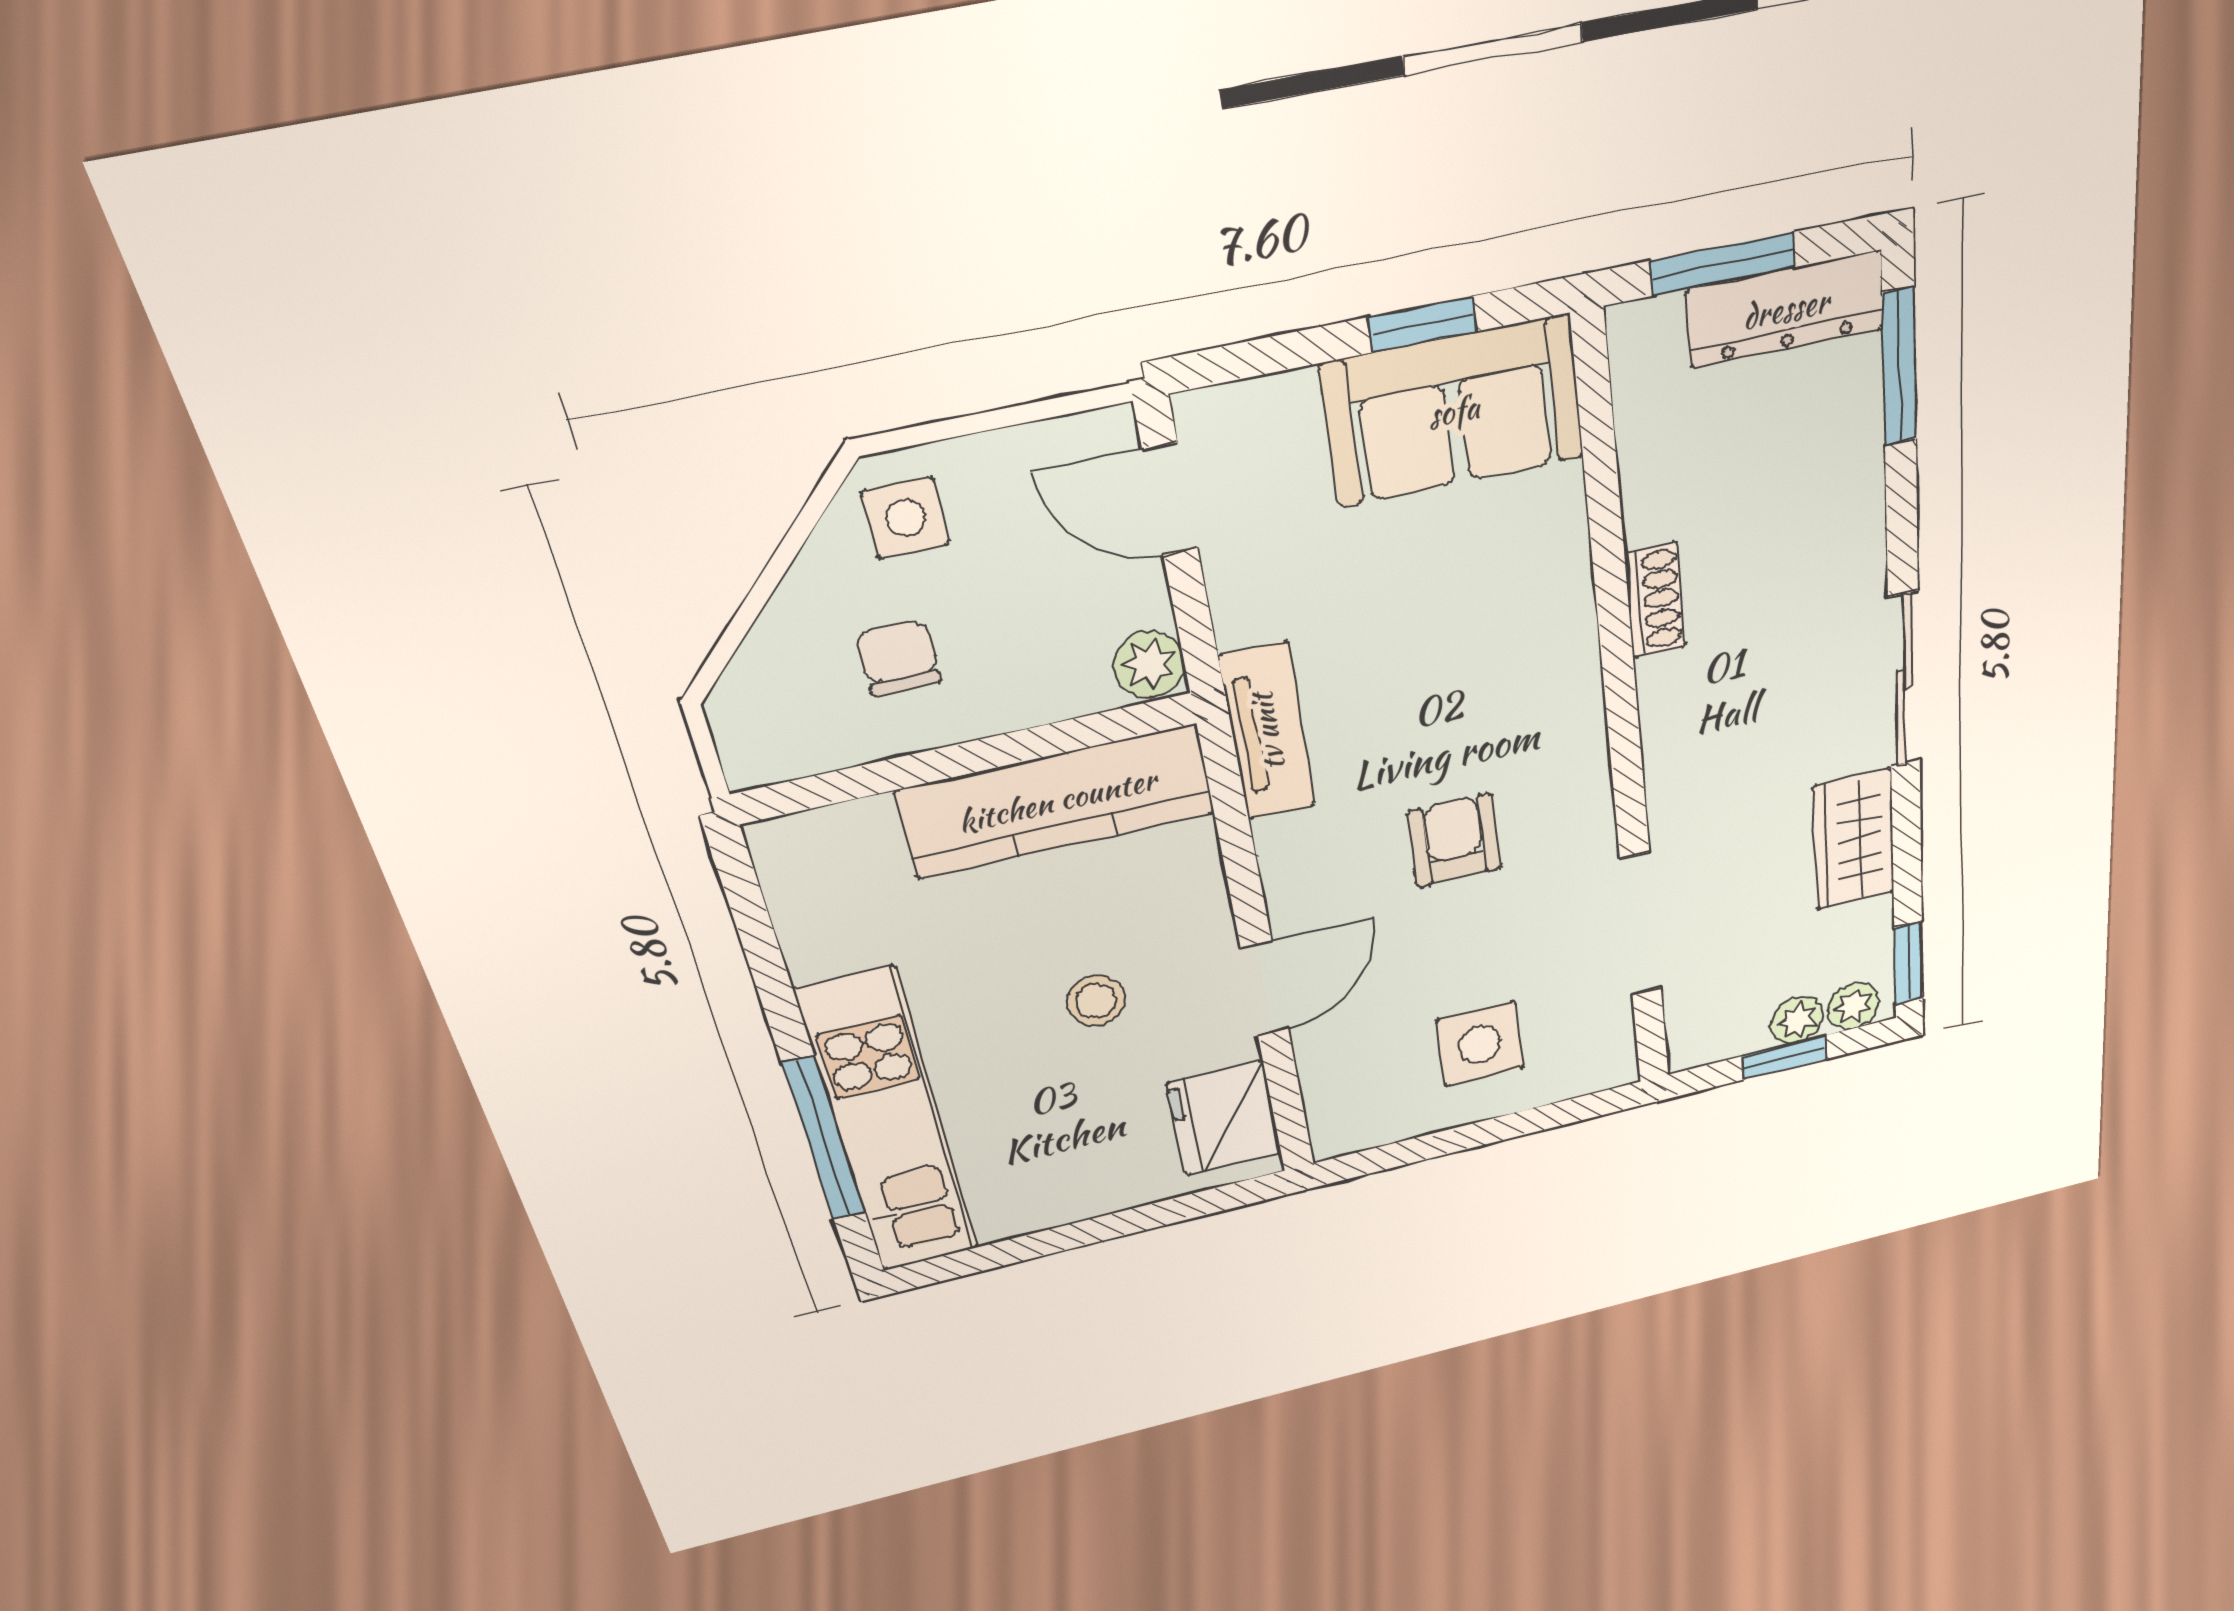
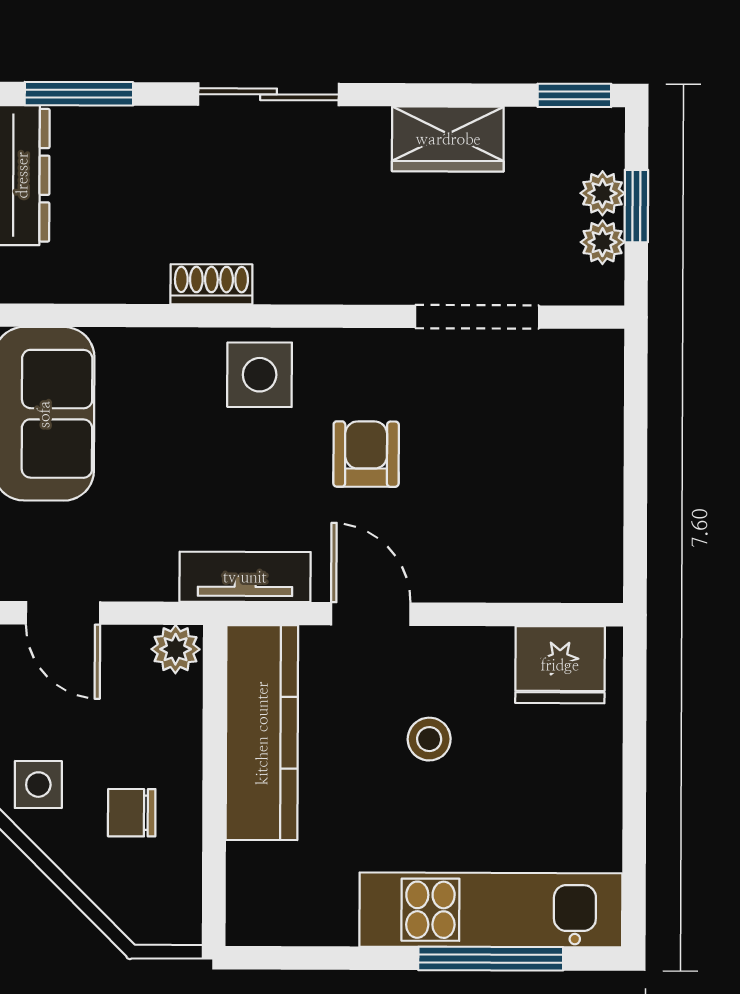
door: (1170, 499) -> (63, 613), hinge flipped
sliding door: (1904, 680) -> (269, 94), moved
armchair: (1454, 840) -> (366, 454), turned 90
door: (1265, 989) -> (371, 614), moved
plant: (1853, 1006) -> (603, 242), moved
side table: (1480, 1044) -> (260, 375), moved

